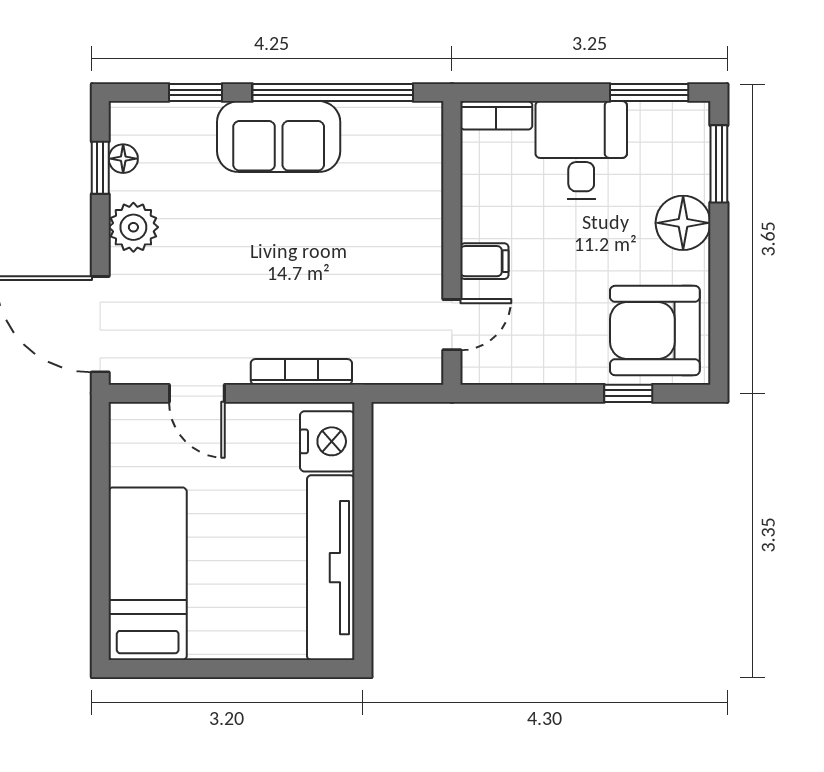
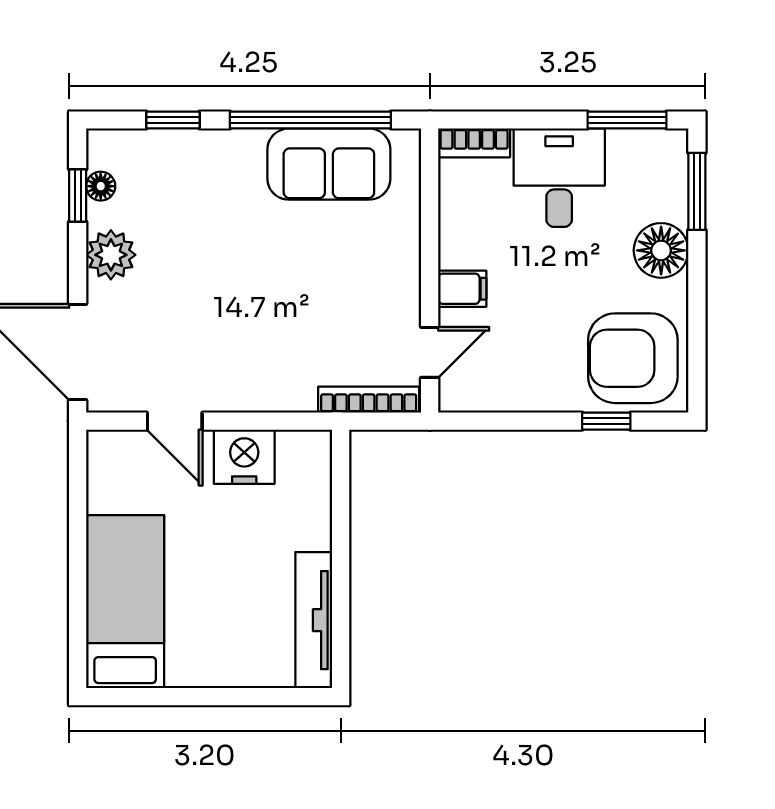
sofa: (279, 137) -> (329, 164), moved
bookcase: (301, 372) -> (369, 400), moved
nightstand: (327, 441) -> (244, 457), moved, turned -90
tv unit: (331, 568) -> (314, 620), width x0.73, depth x0.78

